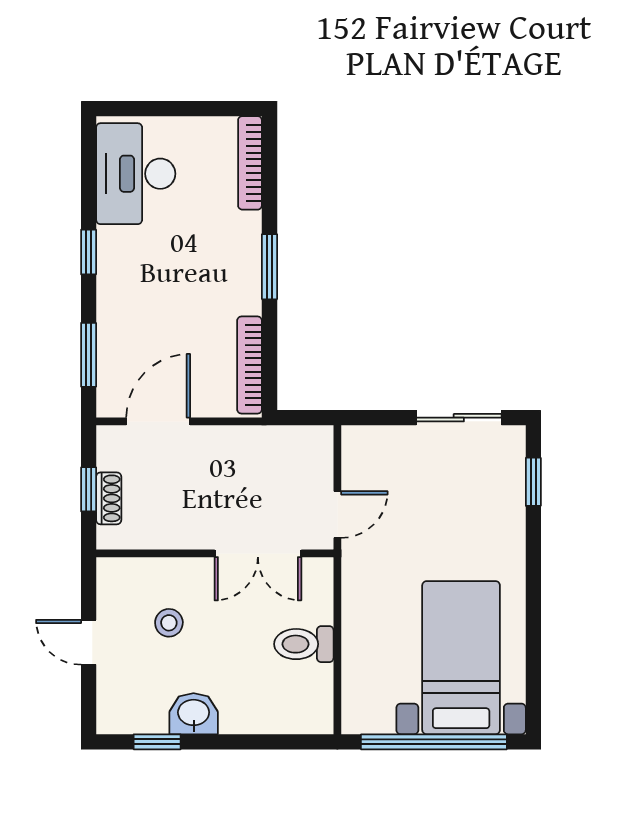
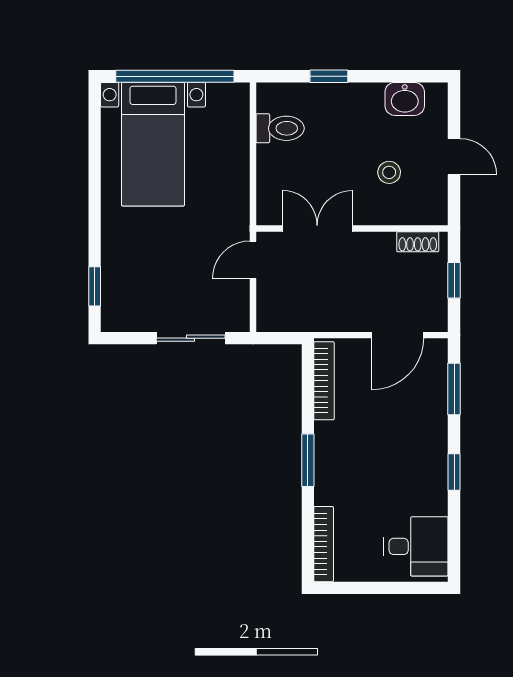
desk: (136, 174) -> (416, 546), width x0.73
sliding door: (459, 418) -> (191, 338), moved
shoe rack: (109, 498) -> (418, 242), moved, turned -90
toilet: (304, 644) -> (280, 128), moved
washbasin: (194, 714) -> (405, 99), moved
window: (157, 742) -> (329, 76), moved

